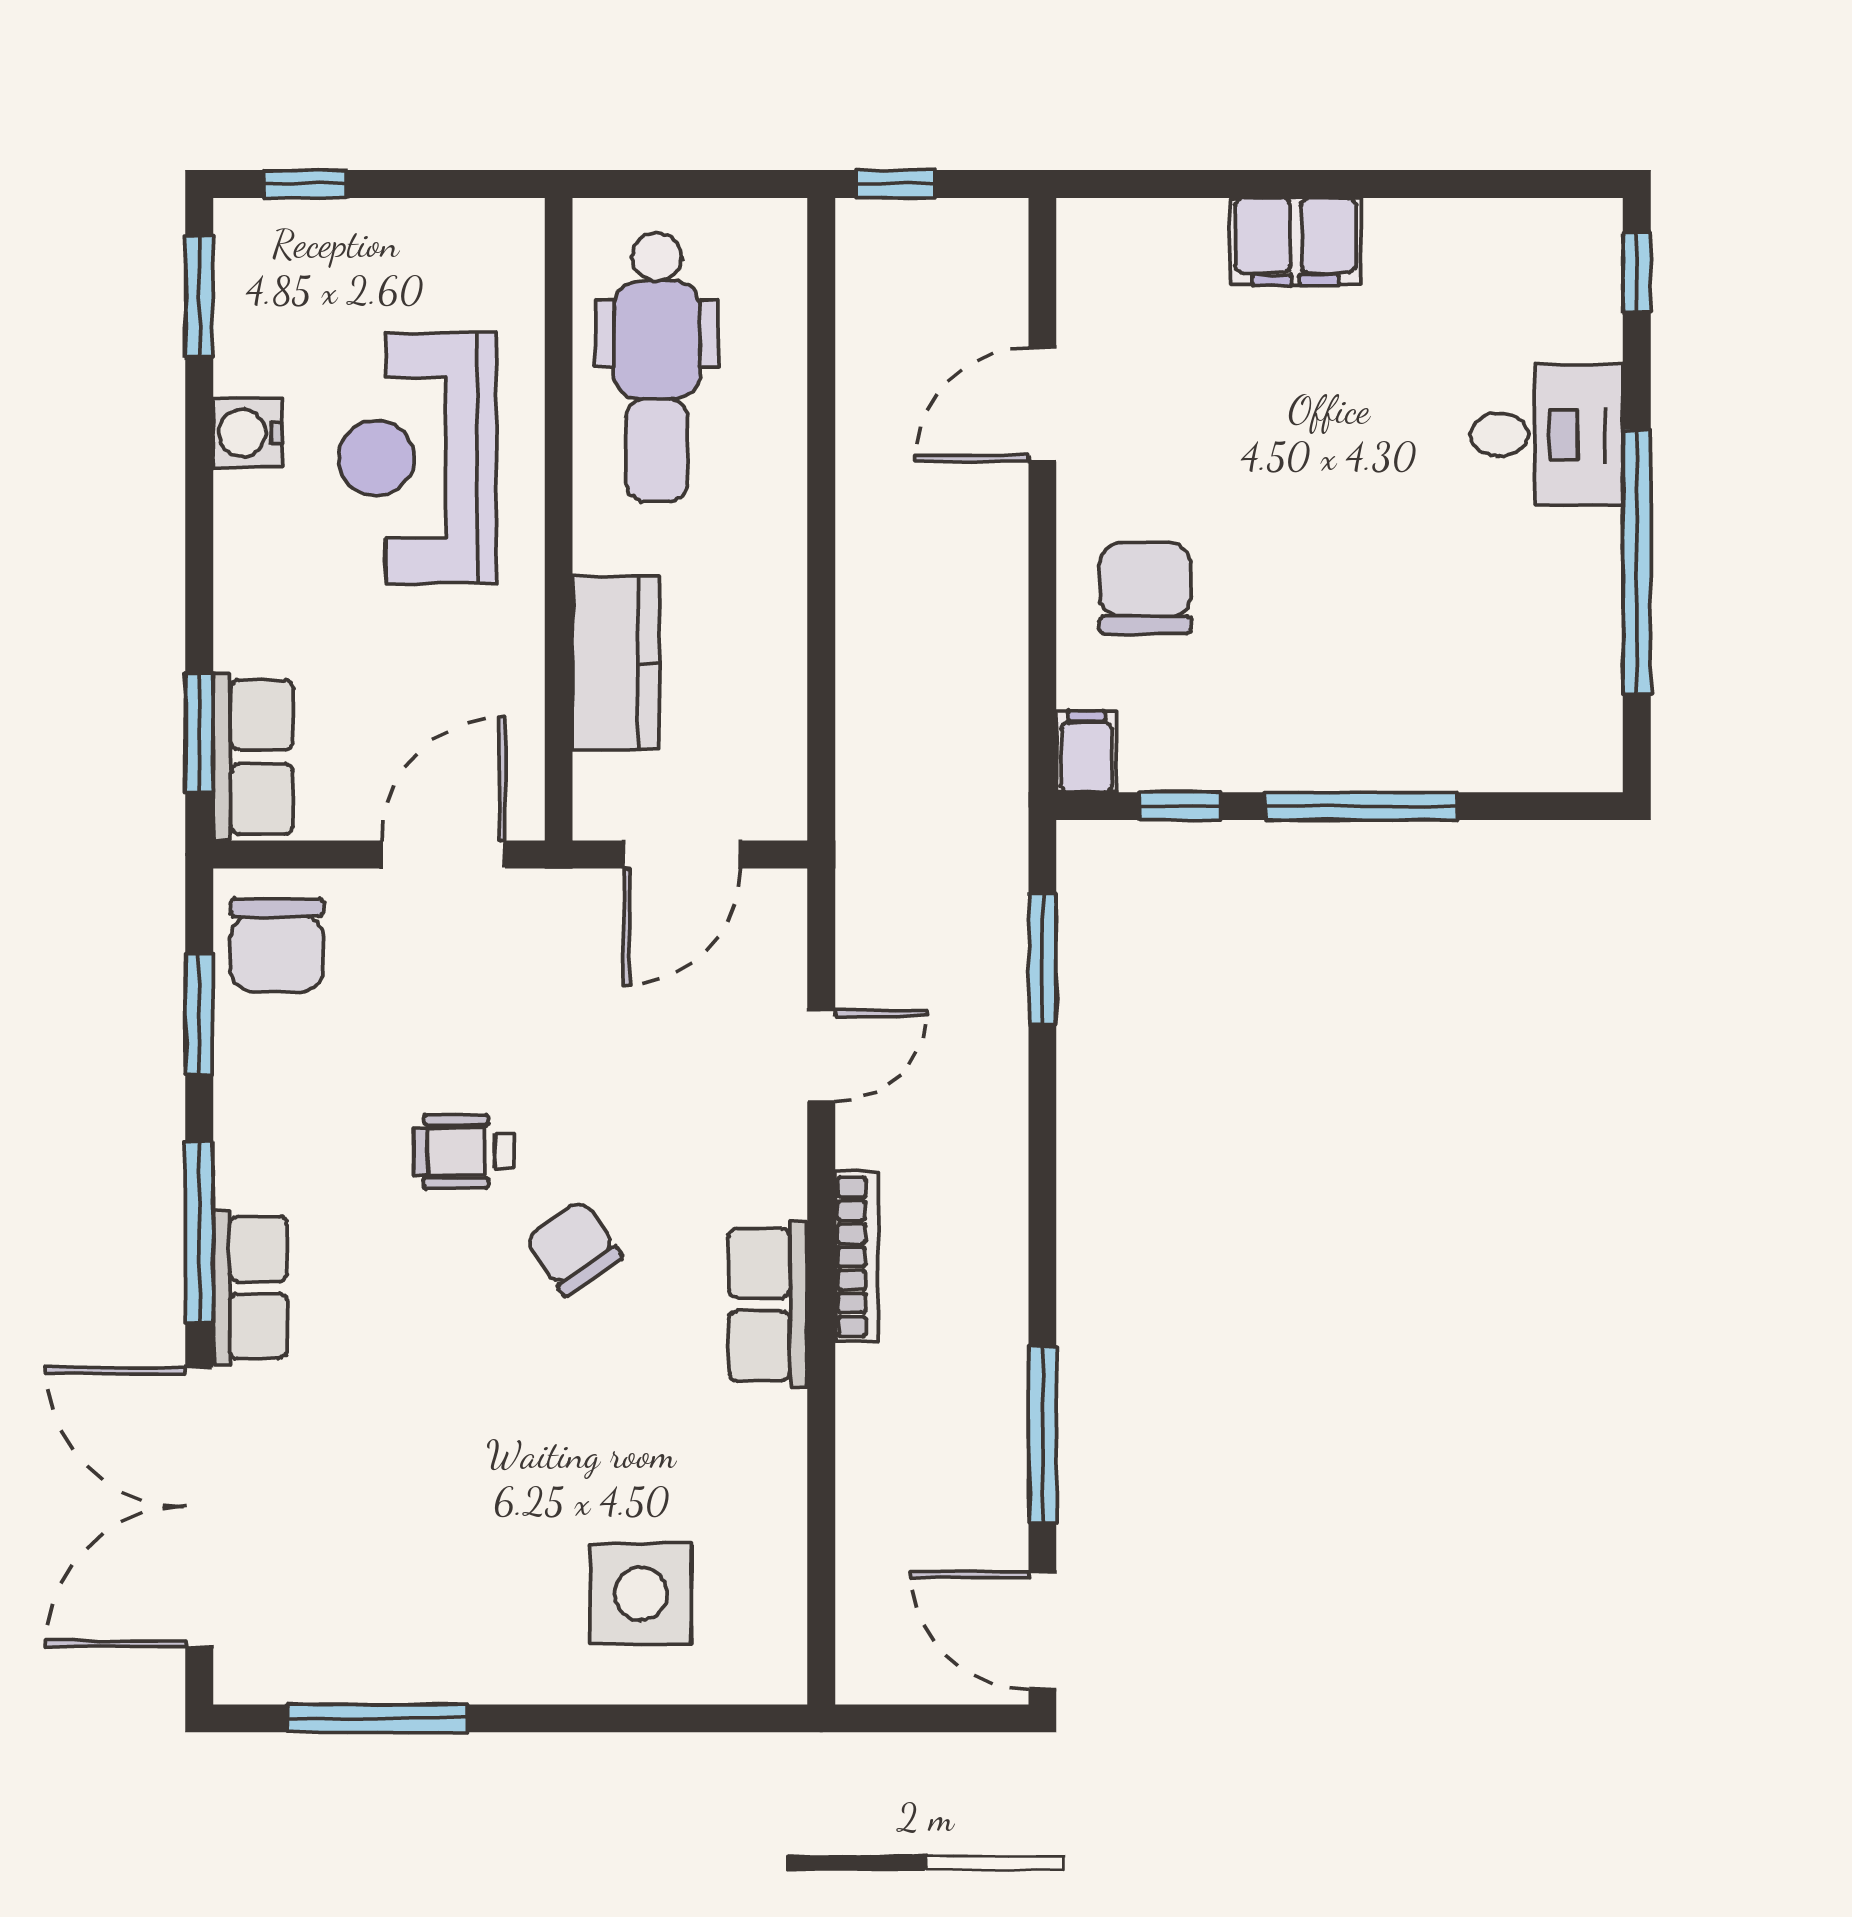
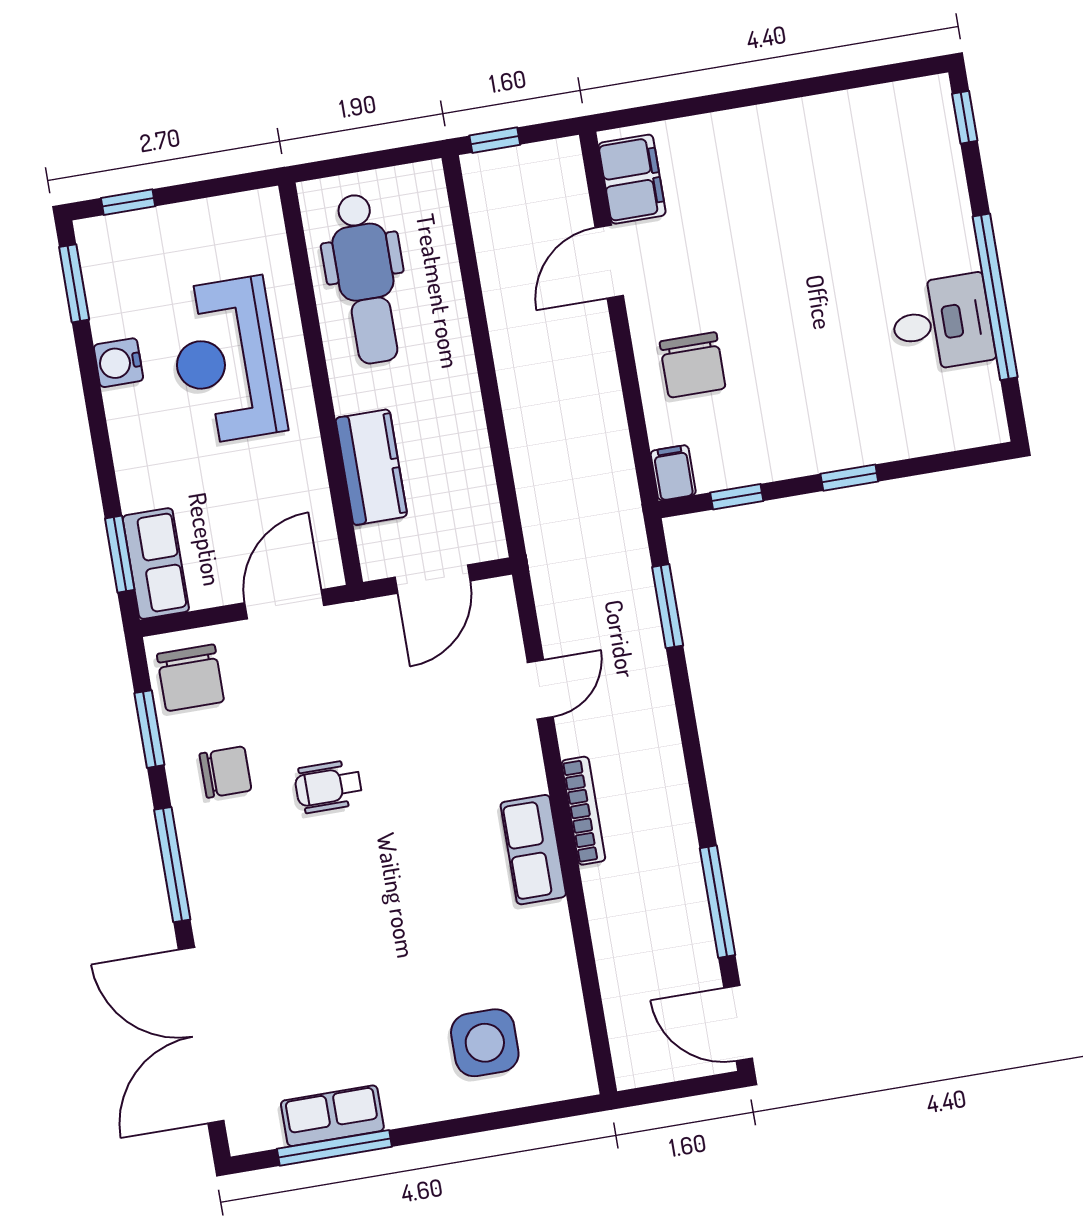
filing cabinet: (1296, 242) -> (632, 179), moved, turned -90
desk: (1547, 435) -> (942, 323), moved
chair: (1145, 588) -> (693, 365), turned 180
window: (1361, 806) -> (849, 478), width x0.46
chair: (574, 1248) -> (226, 772), moved, turned 125
row of seats: (250, 1287) -> (332, 1116), moved, turned -90

